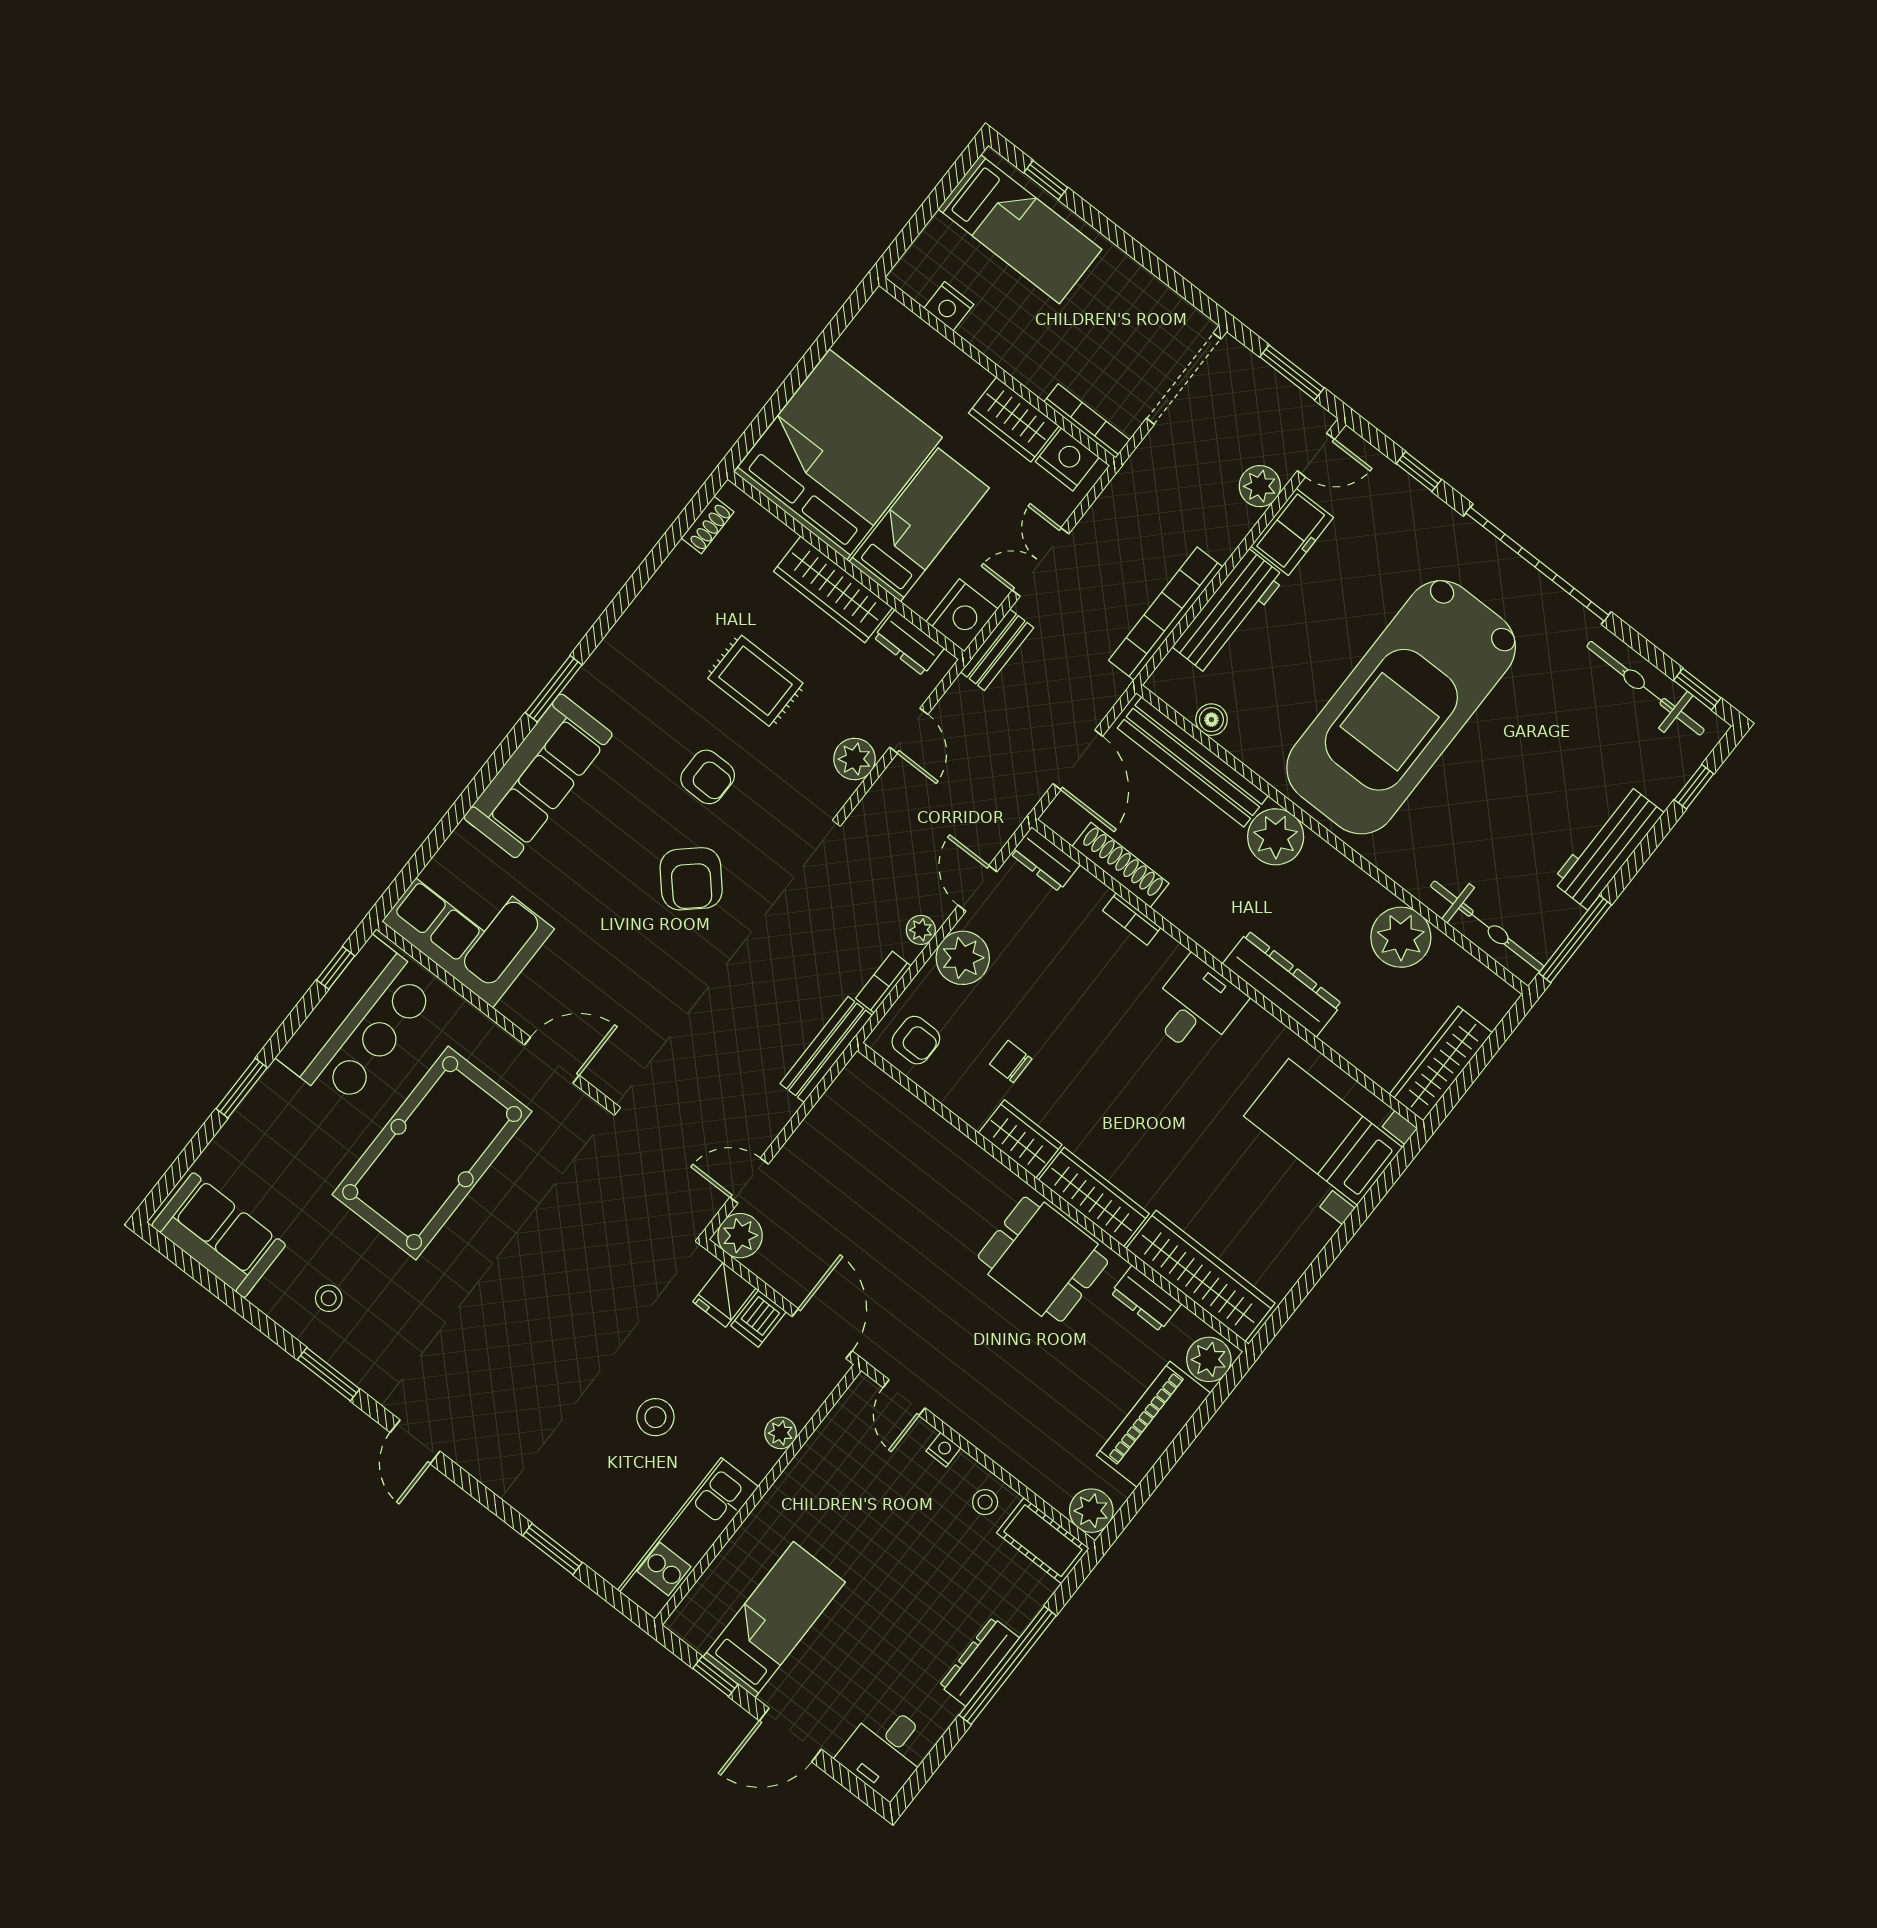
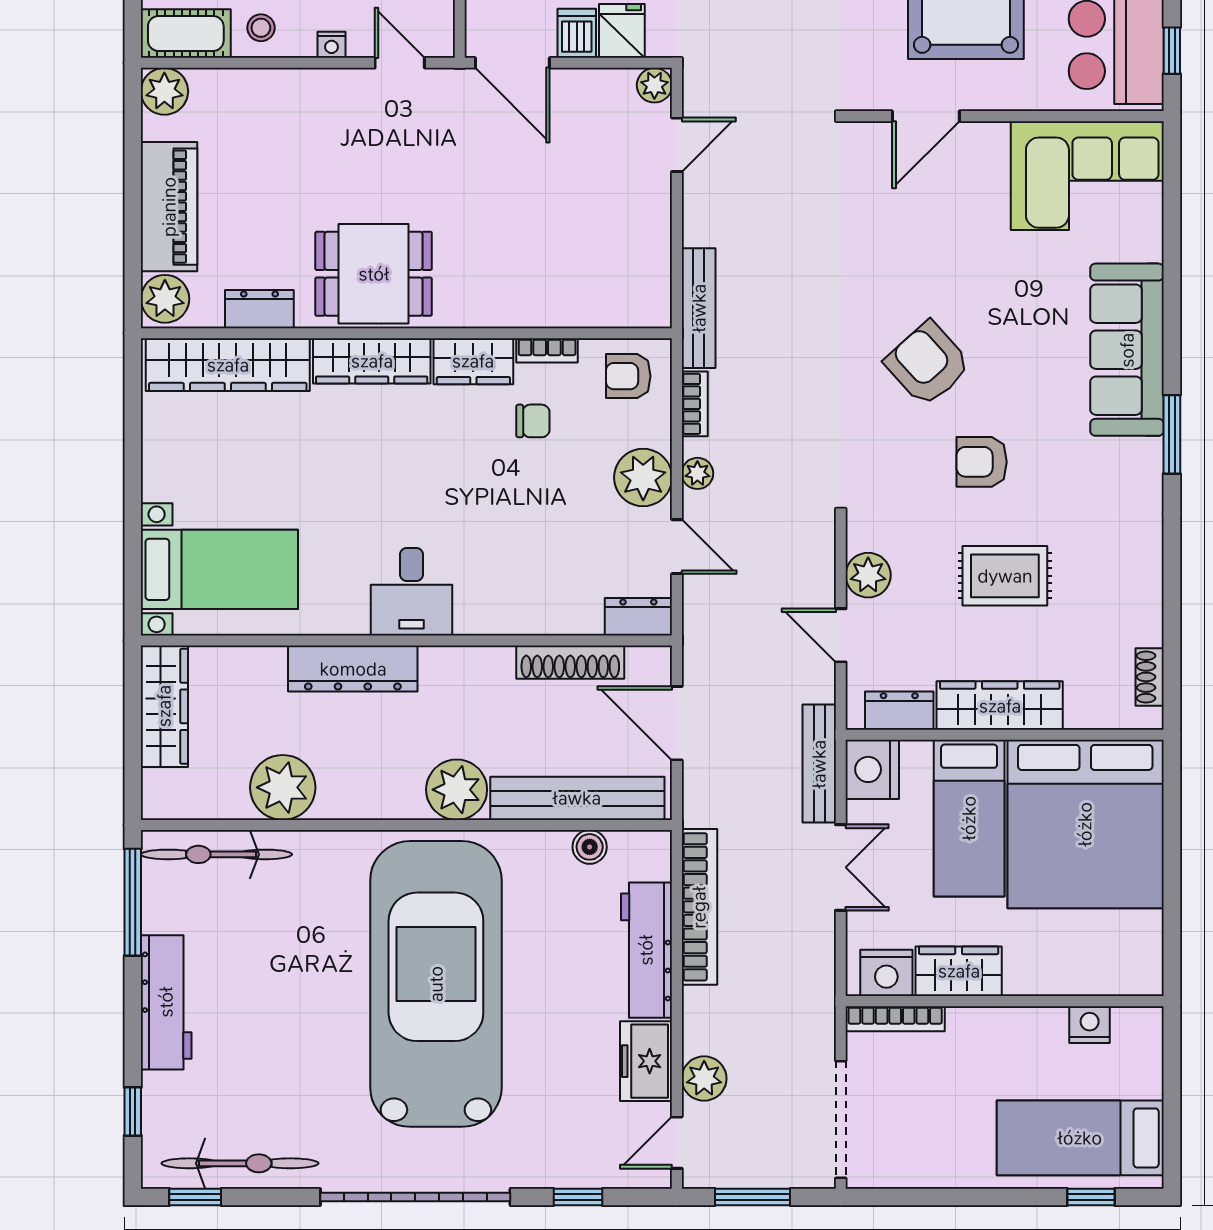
bench: (997, 650) -> (819, 764), width x1.36
bookcase: (1132, 919) -> (547, 350), moved, turned 180
plant: (740, 1236) -> (654, 85), width x0.73, depth x0.73

